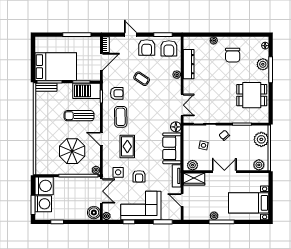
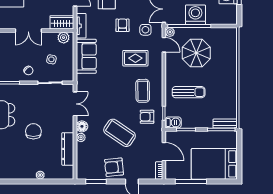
armchair: (147, 48) -> (114, 167), turned -96
armchair: (169, 48) -> (90, 166), removed
chair: (233, 55) -> (33, 131), moved
door: (101, 62) -> (164, 152), swing flipped
bed: (56, 67) -> (214, 164), moved
coffee table: (142, 79) -> (120, 133), width x1.86, depth x1.72
barbecue: (87, 91) -> (173, 122), width x0.53, depth x0.65
double door: (182, 105) -> (75, 104), swing flipped
floor lamp: (176, 127) -> (82, 126), moved
door: (101, 139) -> (164, 45), moved
rug: (127, 146) -> (135, 58), turned 90
washing machine: (44, 186) -> (195, 15), moved, turned 90

